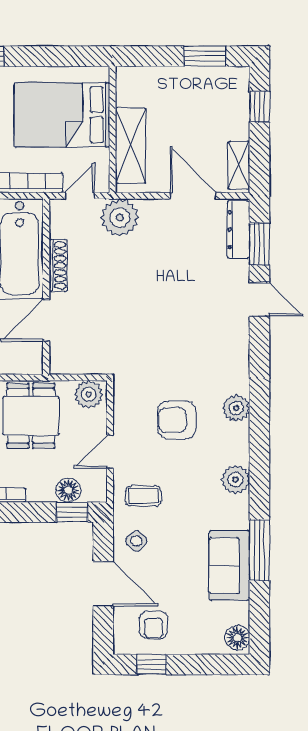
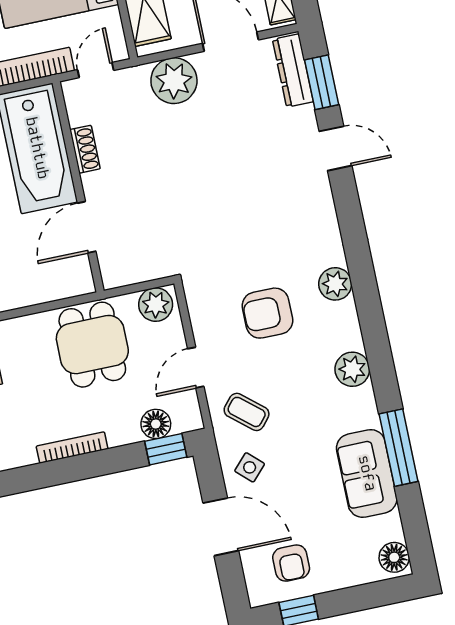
plant: (120, 218) -> (174, 81), moved
shoe rack: (58, 265) -> (85, 149), width x0.70
coffee table: (143, 496) -> (247, 412), turned 40

